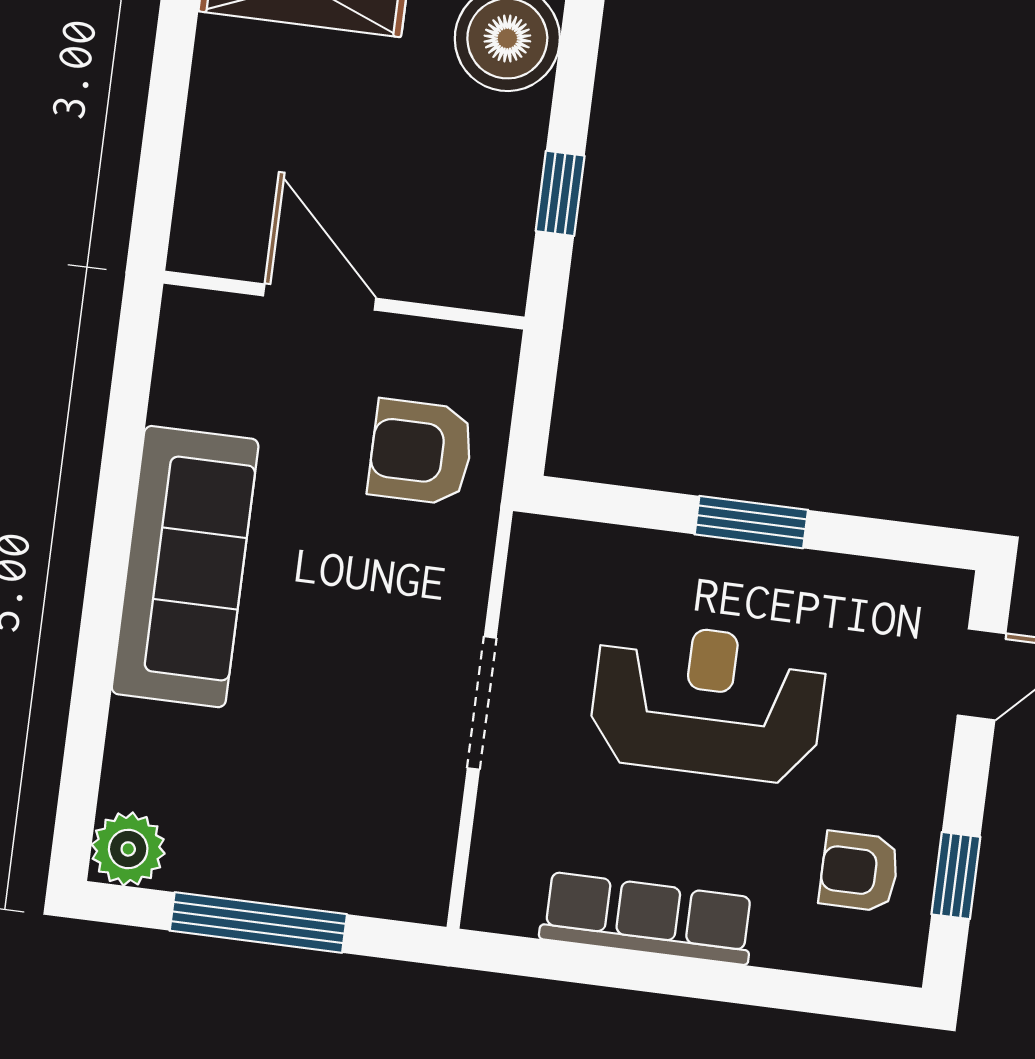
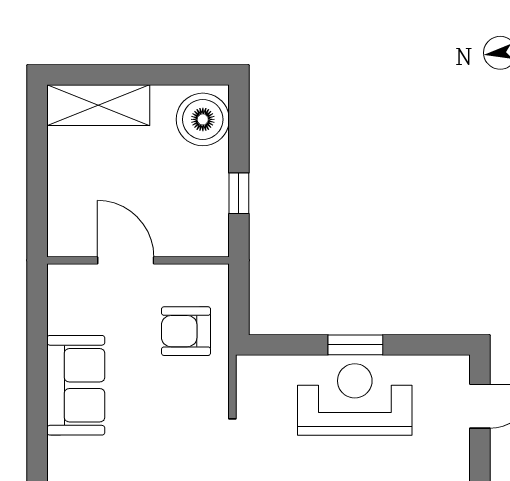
sofa: (185, 567) -> (76, 385), width x0.73
reception desk: (708, 702) -> (355, 399), moved

